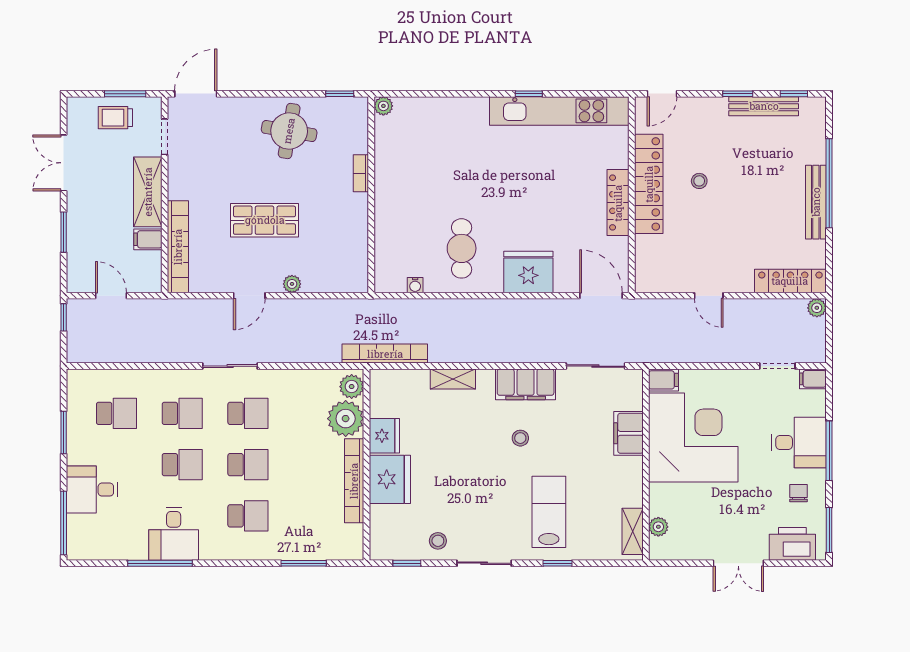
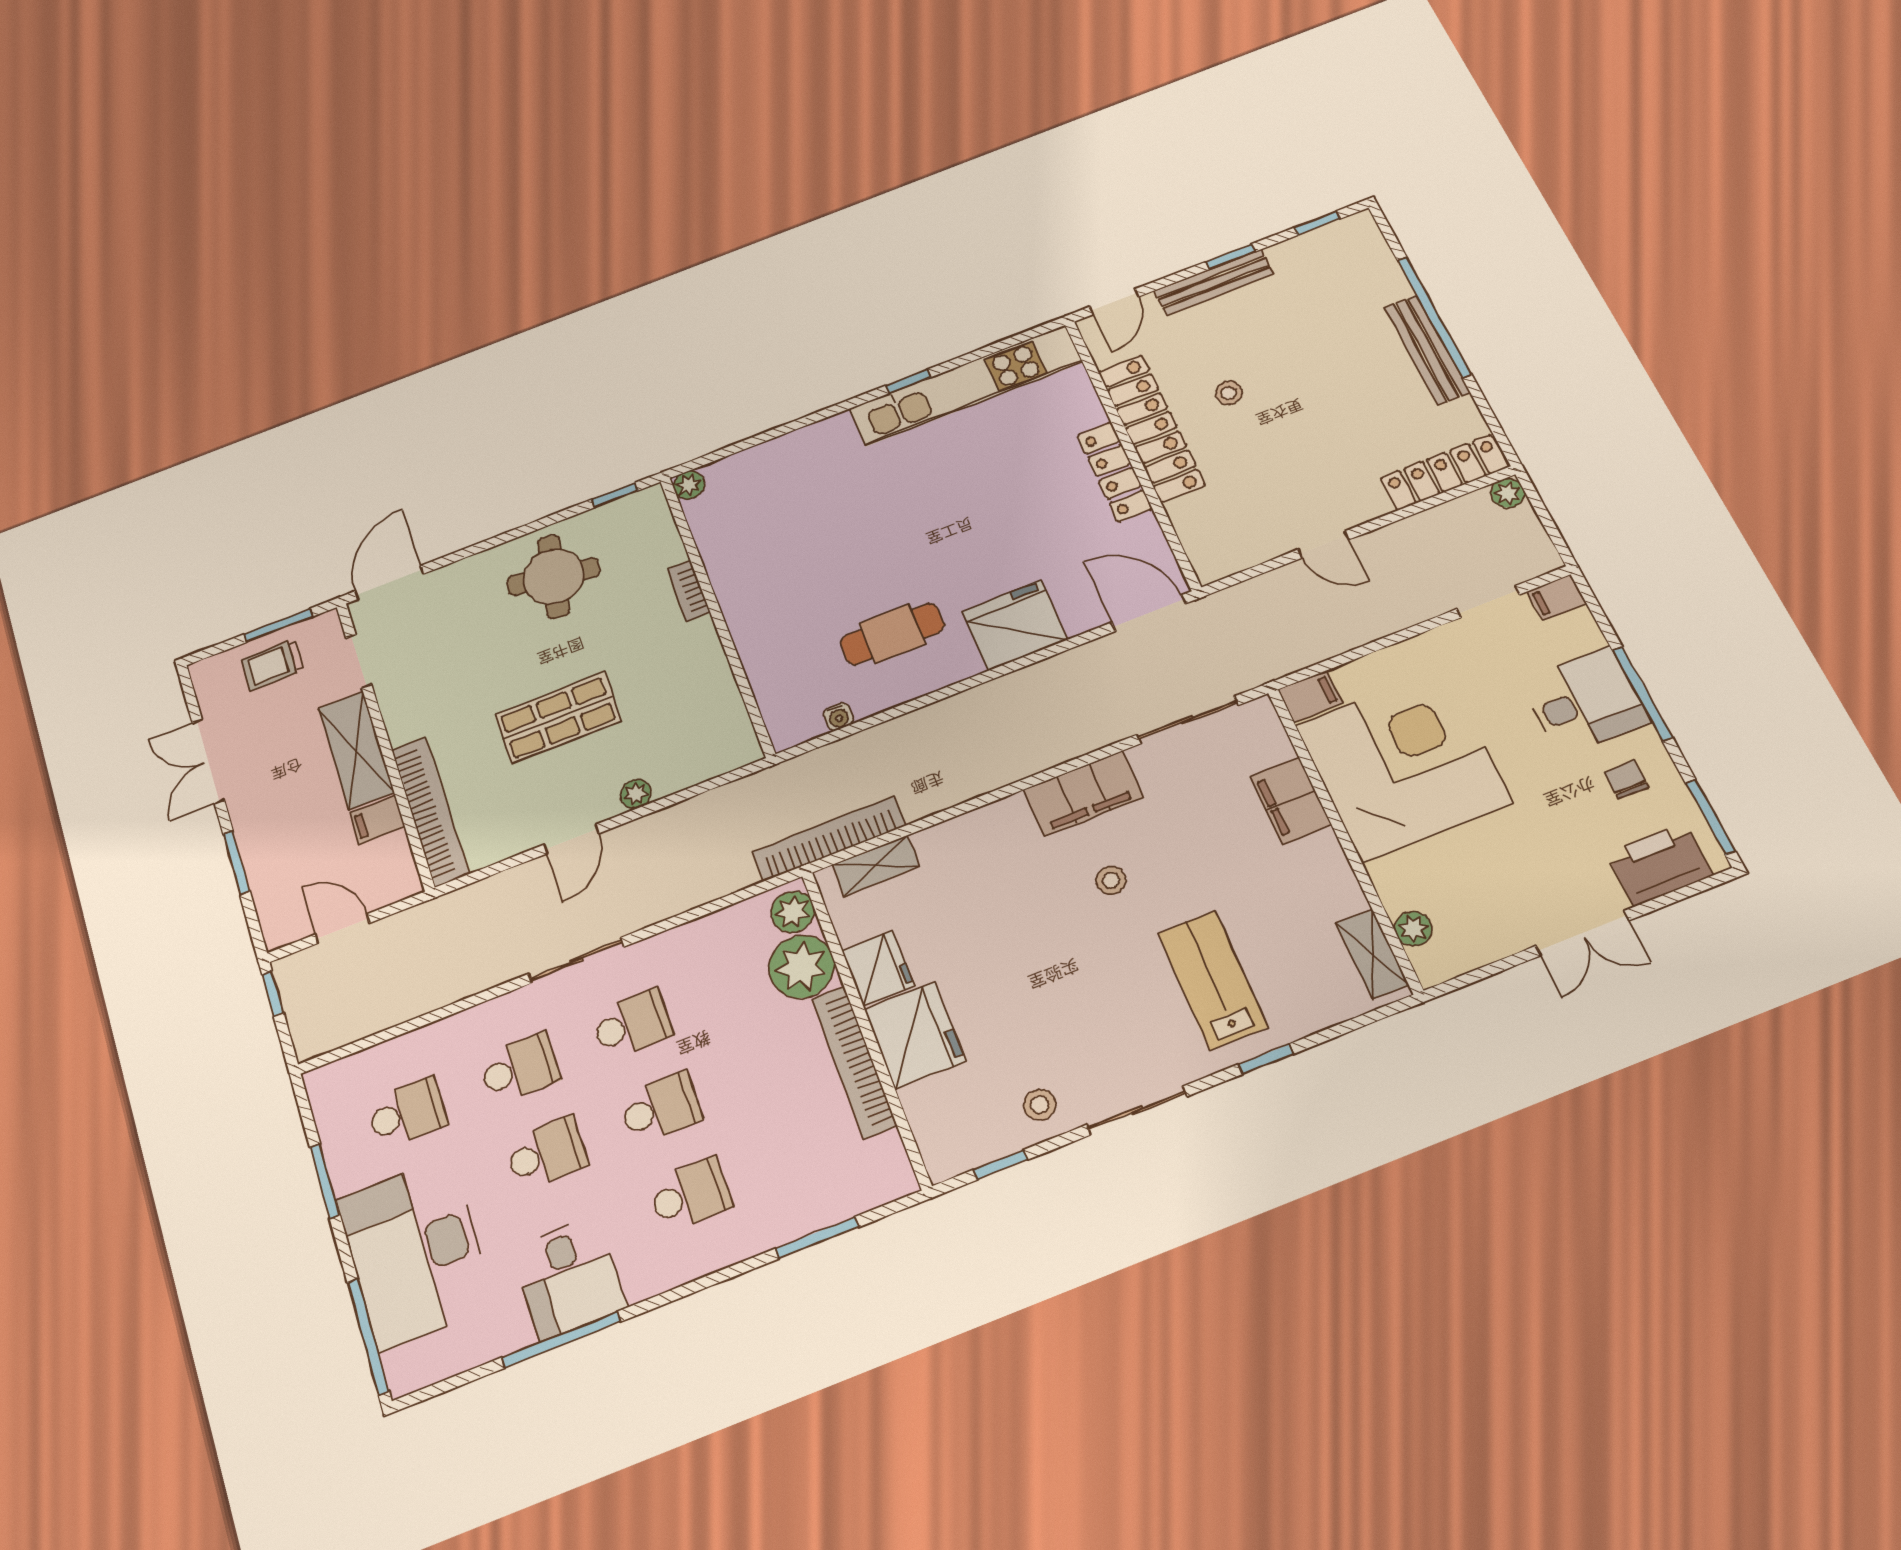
bench: (764, 106) -> (1214, 282), moved
cafe table: (462, 248) -> (892, 634), turned 90
shelving: (453, 379) -> (876, 865), moved
desk: (92, 490) -> (415, 1253), width x1.87, depth x1.30

